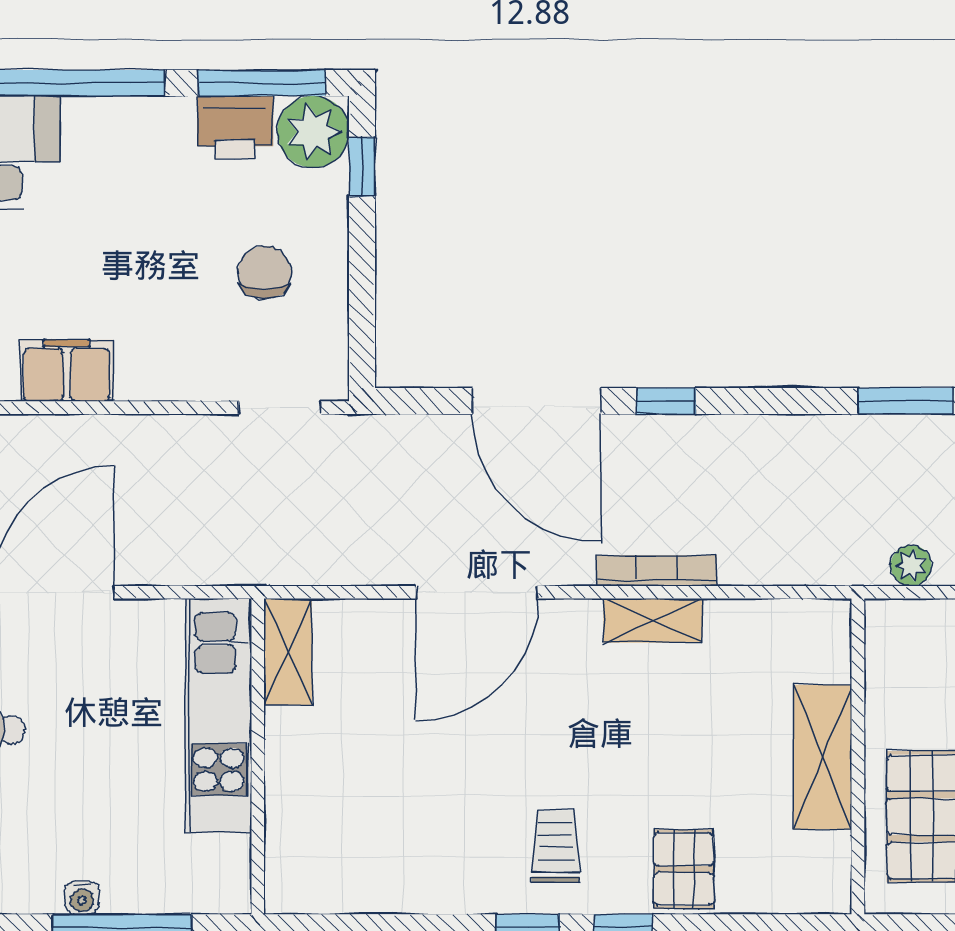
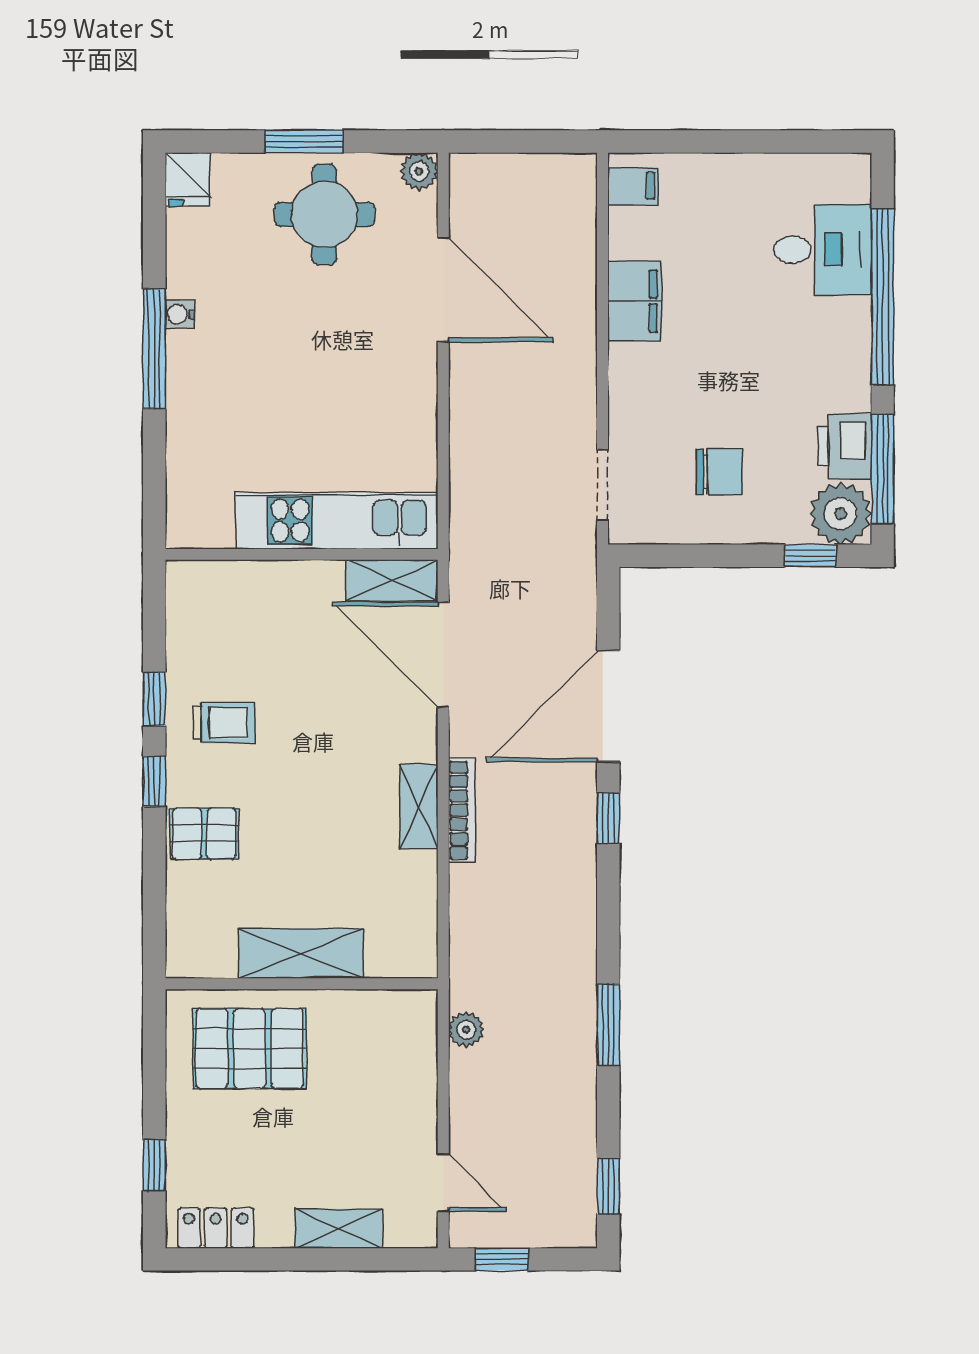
shelving: (288, 652) -> (392, 580), moved
kitchen unit: (219, 716) -> (337, 521), moved
wall: (258, 756) -> (302, 554), moved

